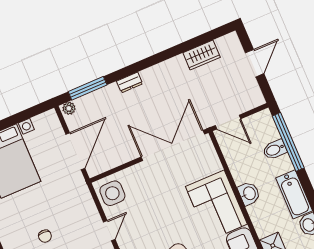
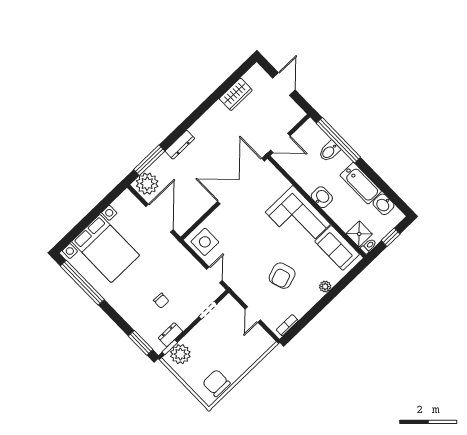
dresser: (130, 82) -> (180, 145), width x1.44
plant: (69, 108) -> (147, 184), width x1.88, depth x1.88

